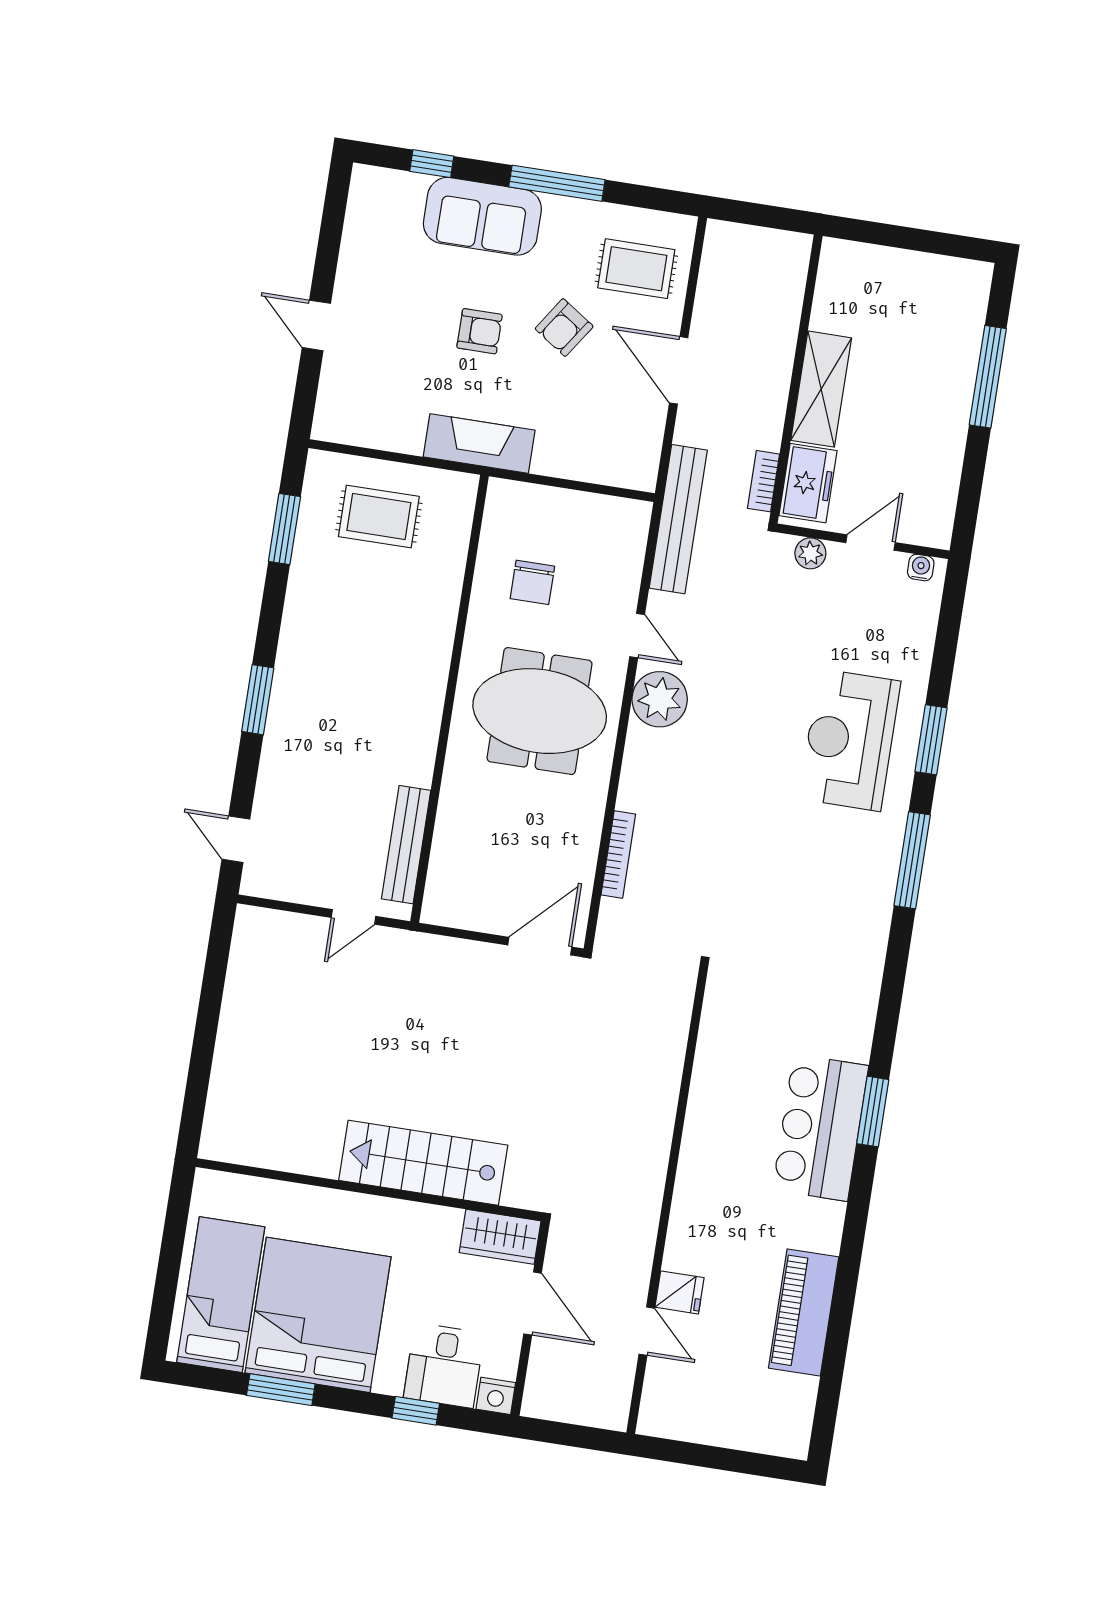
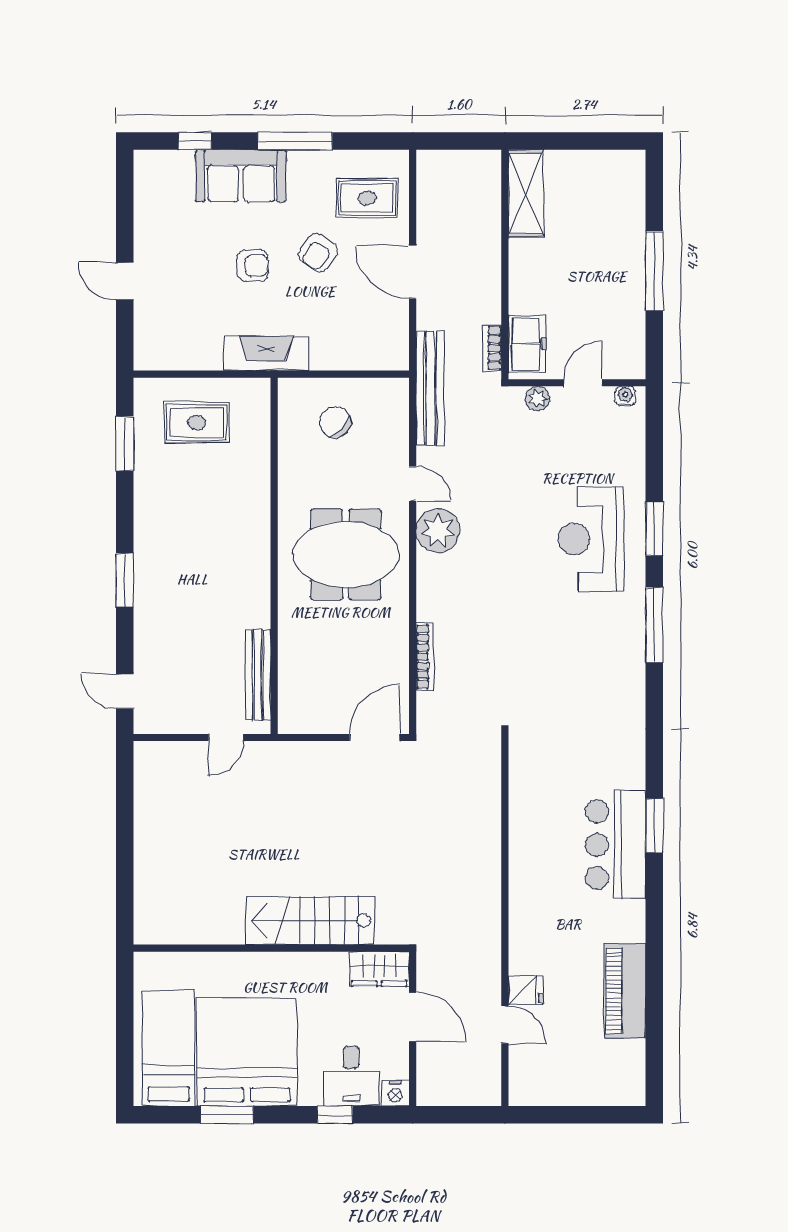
window: (988, 377) -> (654, 271), moved
shelving: (821, 389) -> (526, 193), moved
chair: (532, 582) -> (335, 422), moved, turned 134

